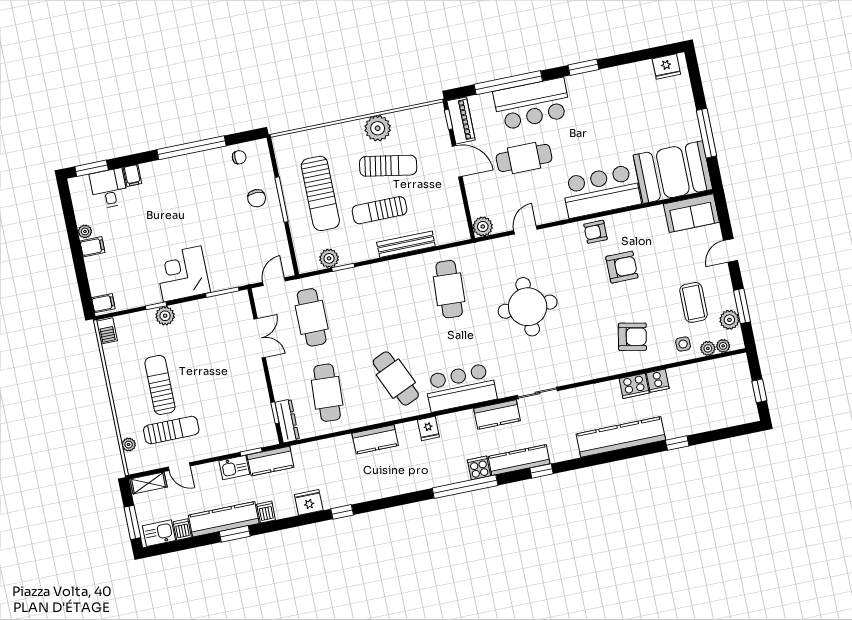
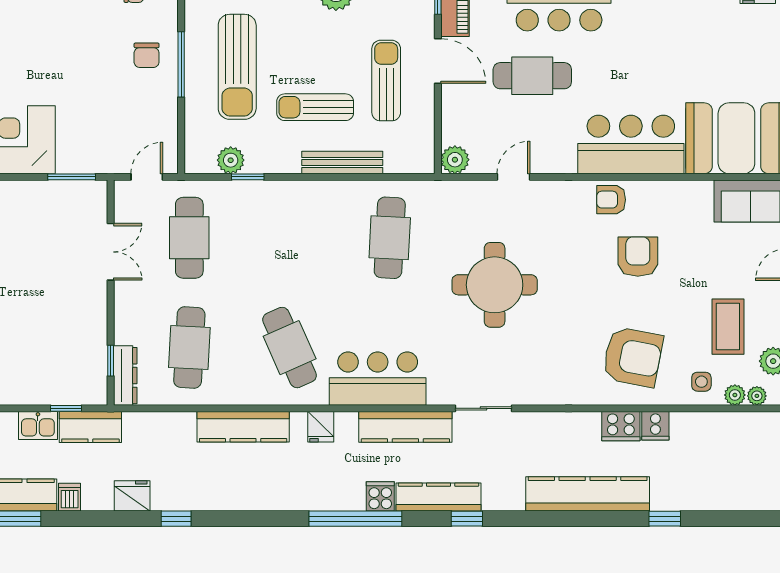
sun lounger: (388, 166) -> (386, 81), moved, turned -100
armchair: (622, 267) -> (638, 257), turned -90
armchair: (632, 337) -> (633, 357), width x1.36, depth x1.36
kitchen counter: (497, 415) -> (405, 427), width x1.50
kitchen counter: (375, 439) -> (243, 427), width x1.50

